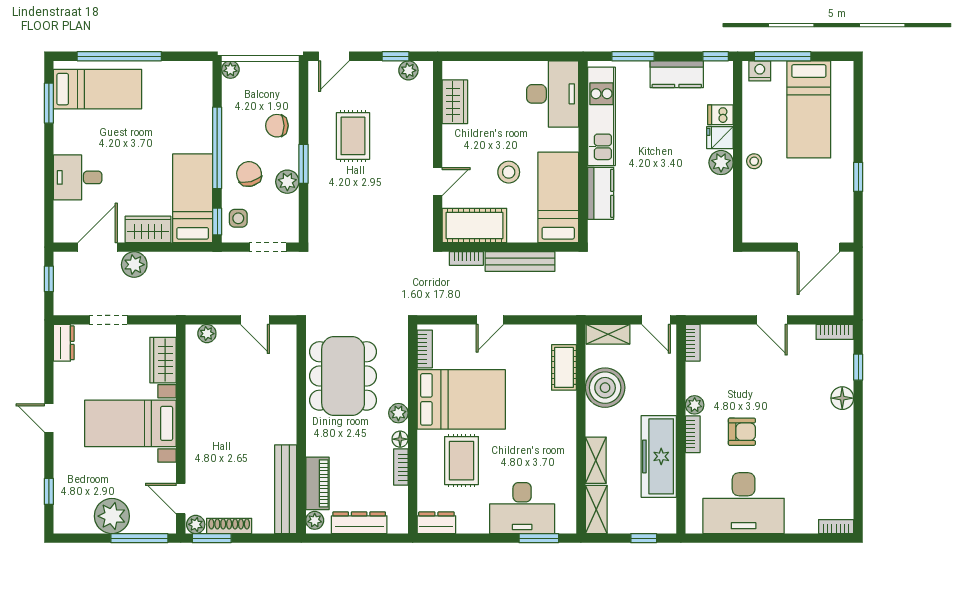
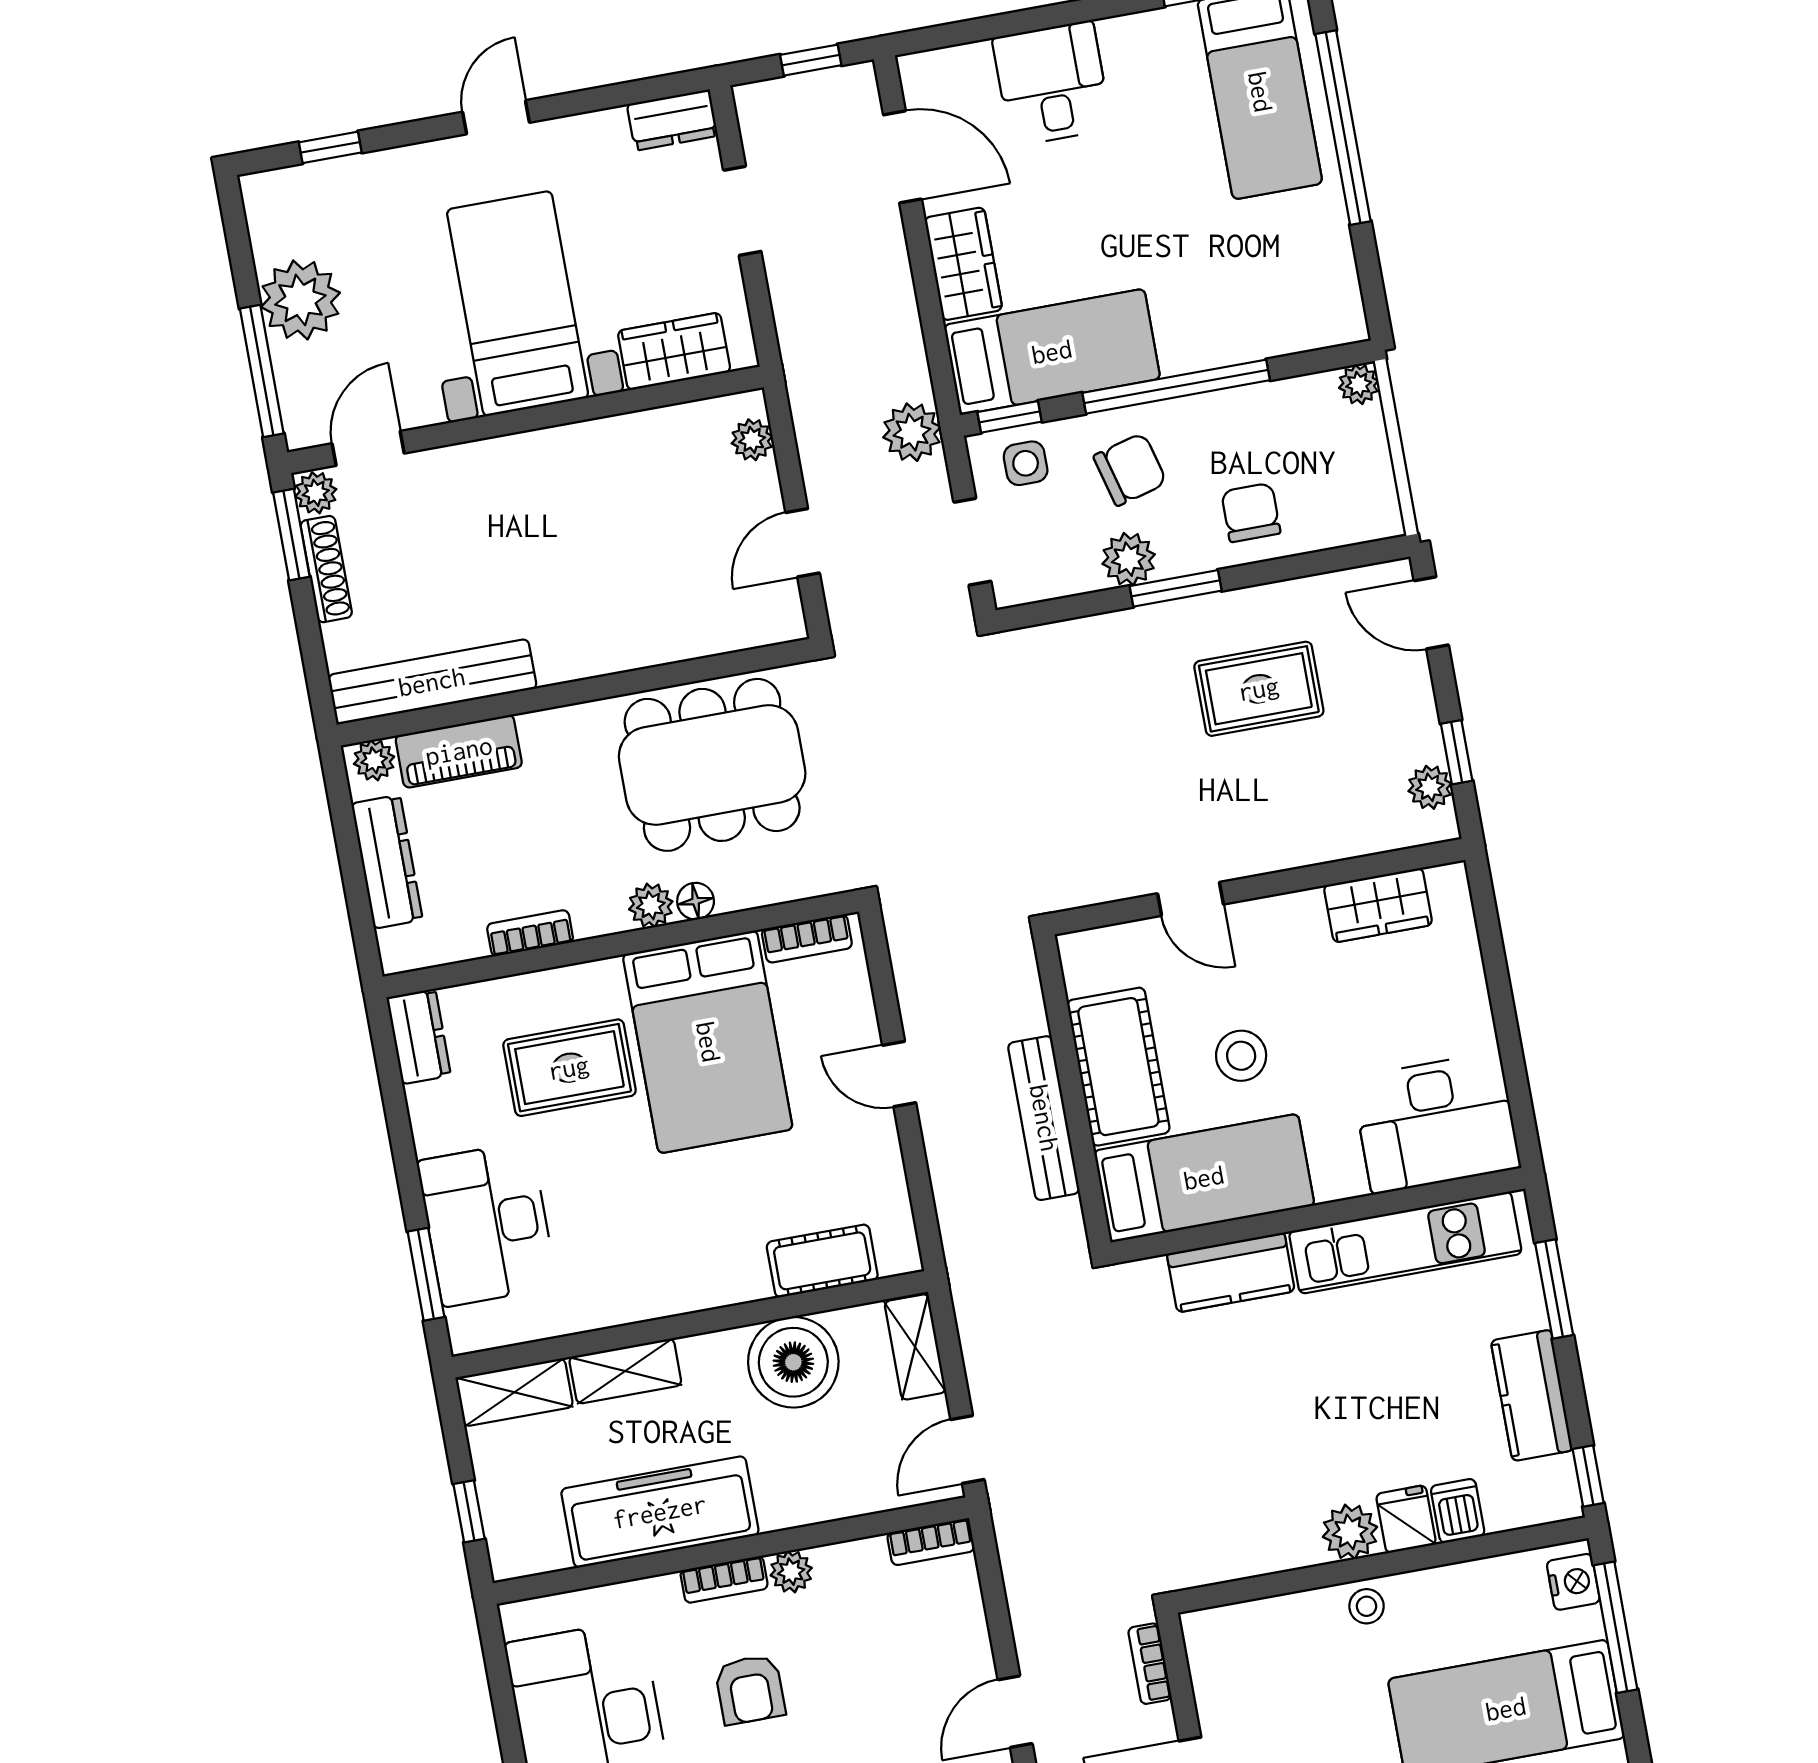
cot: (474, 225) -> (1118, 1067), moved
bookcase: (466, 259) -> (1150, 1664), moved
plant: (134, 265) -> (912, 432), moved
floor lamp: (400, 439) -> (696, 901), moved

